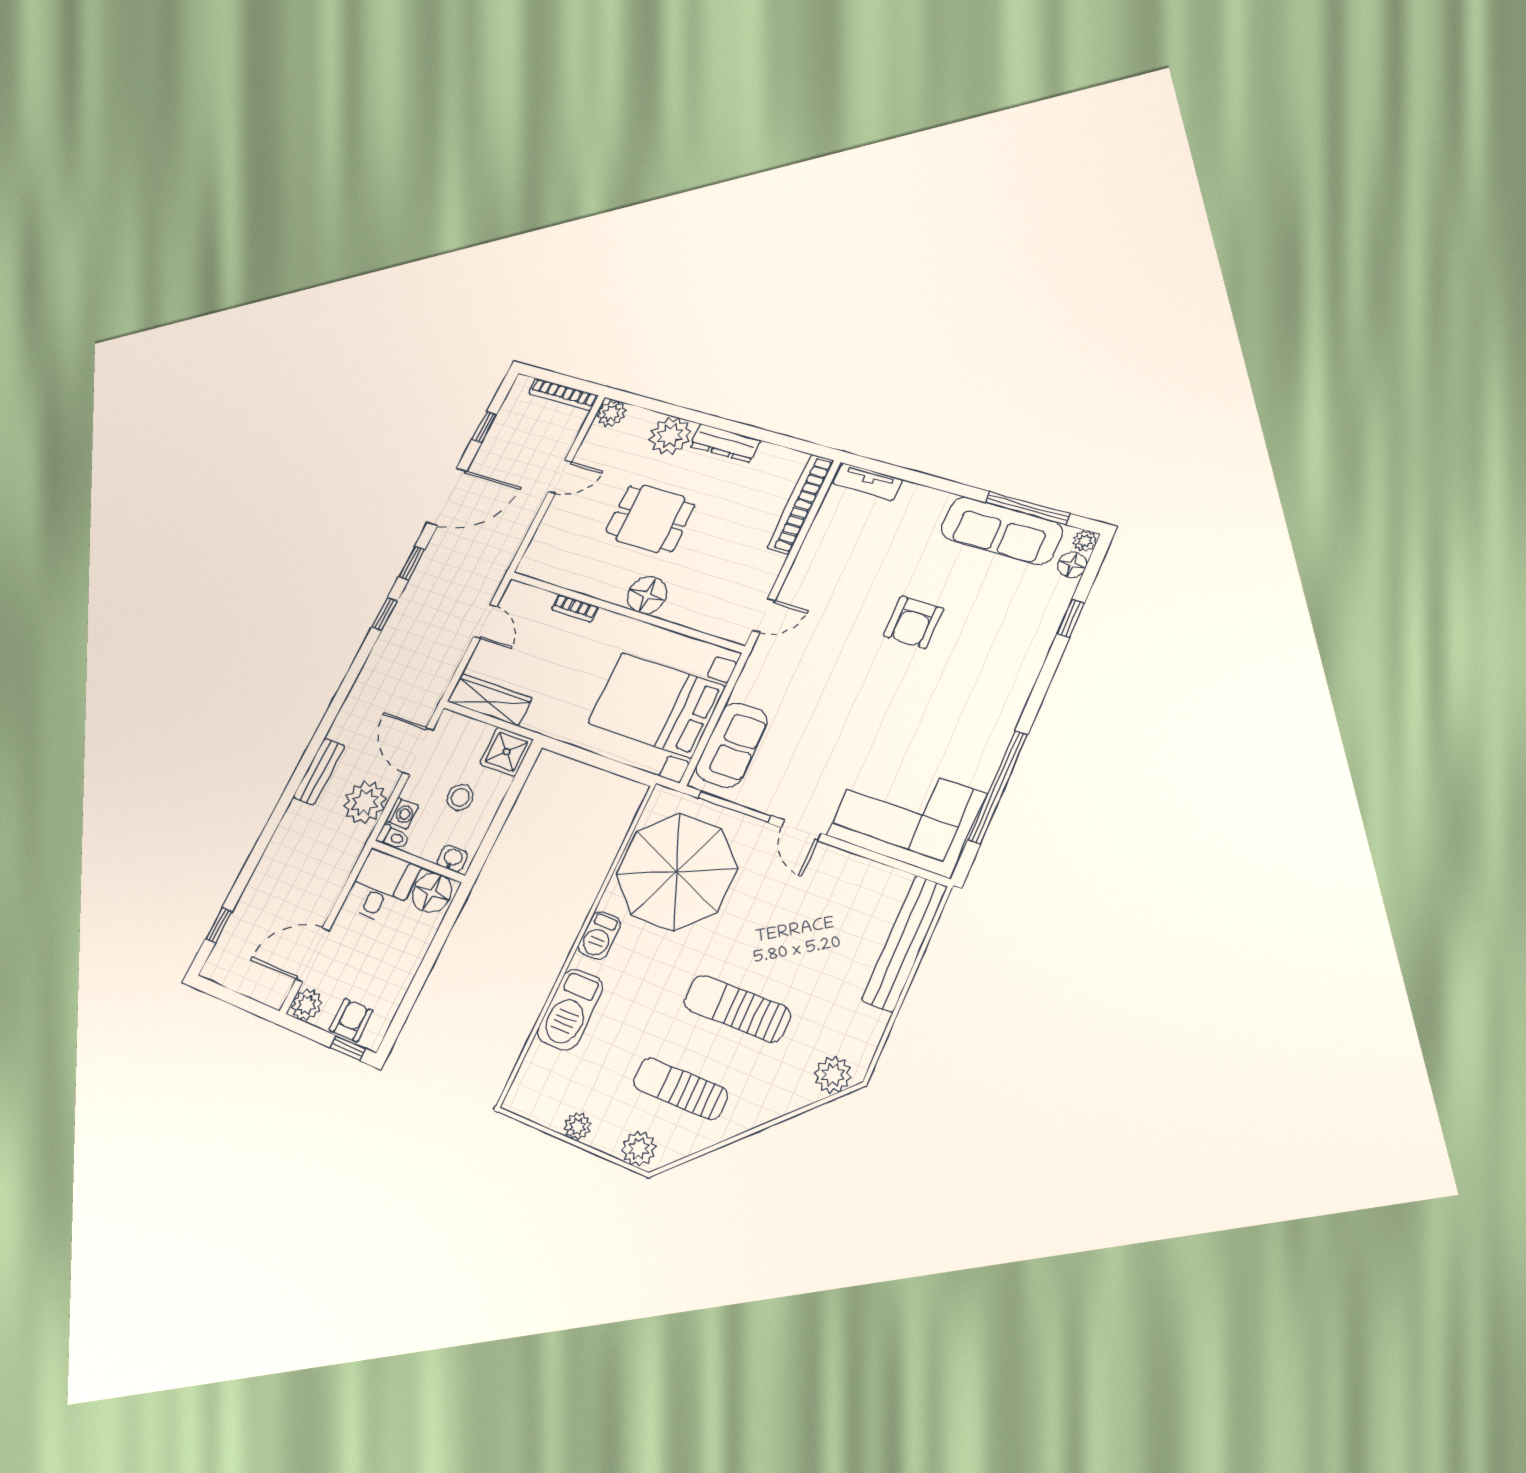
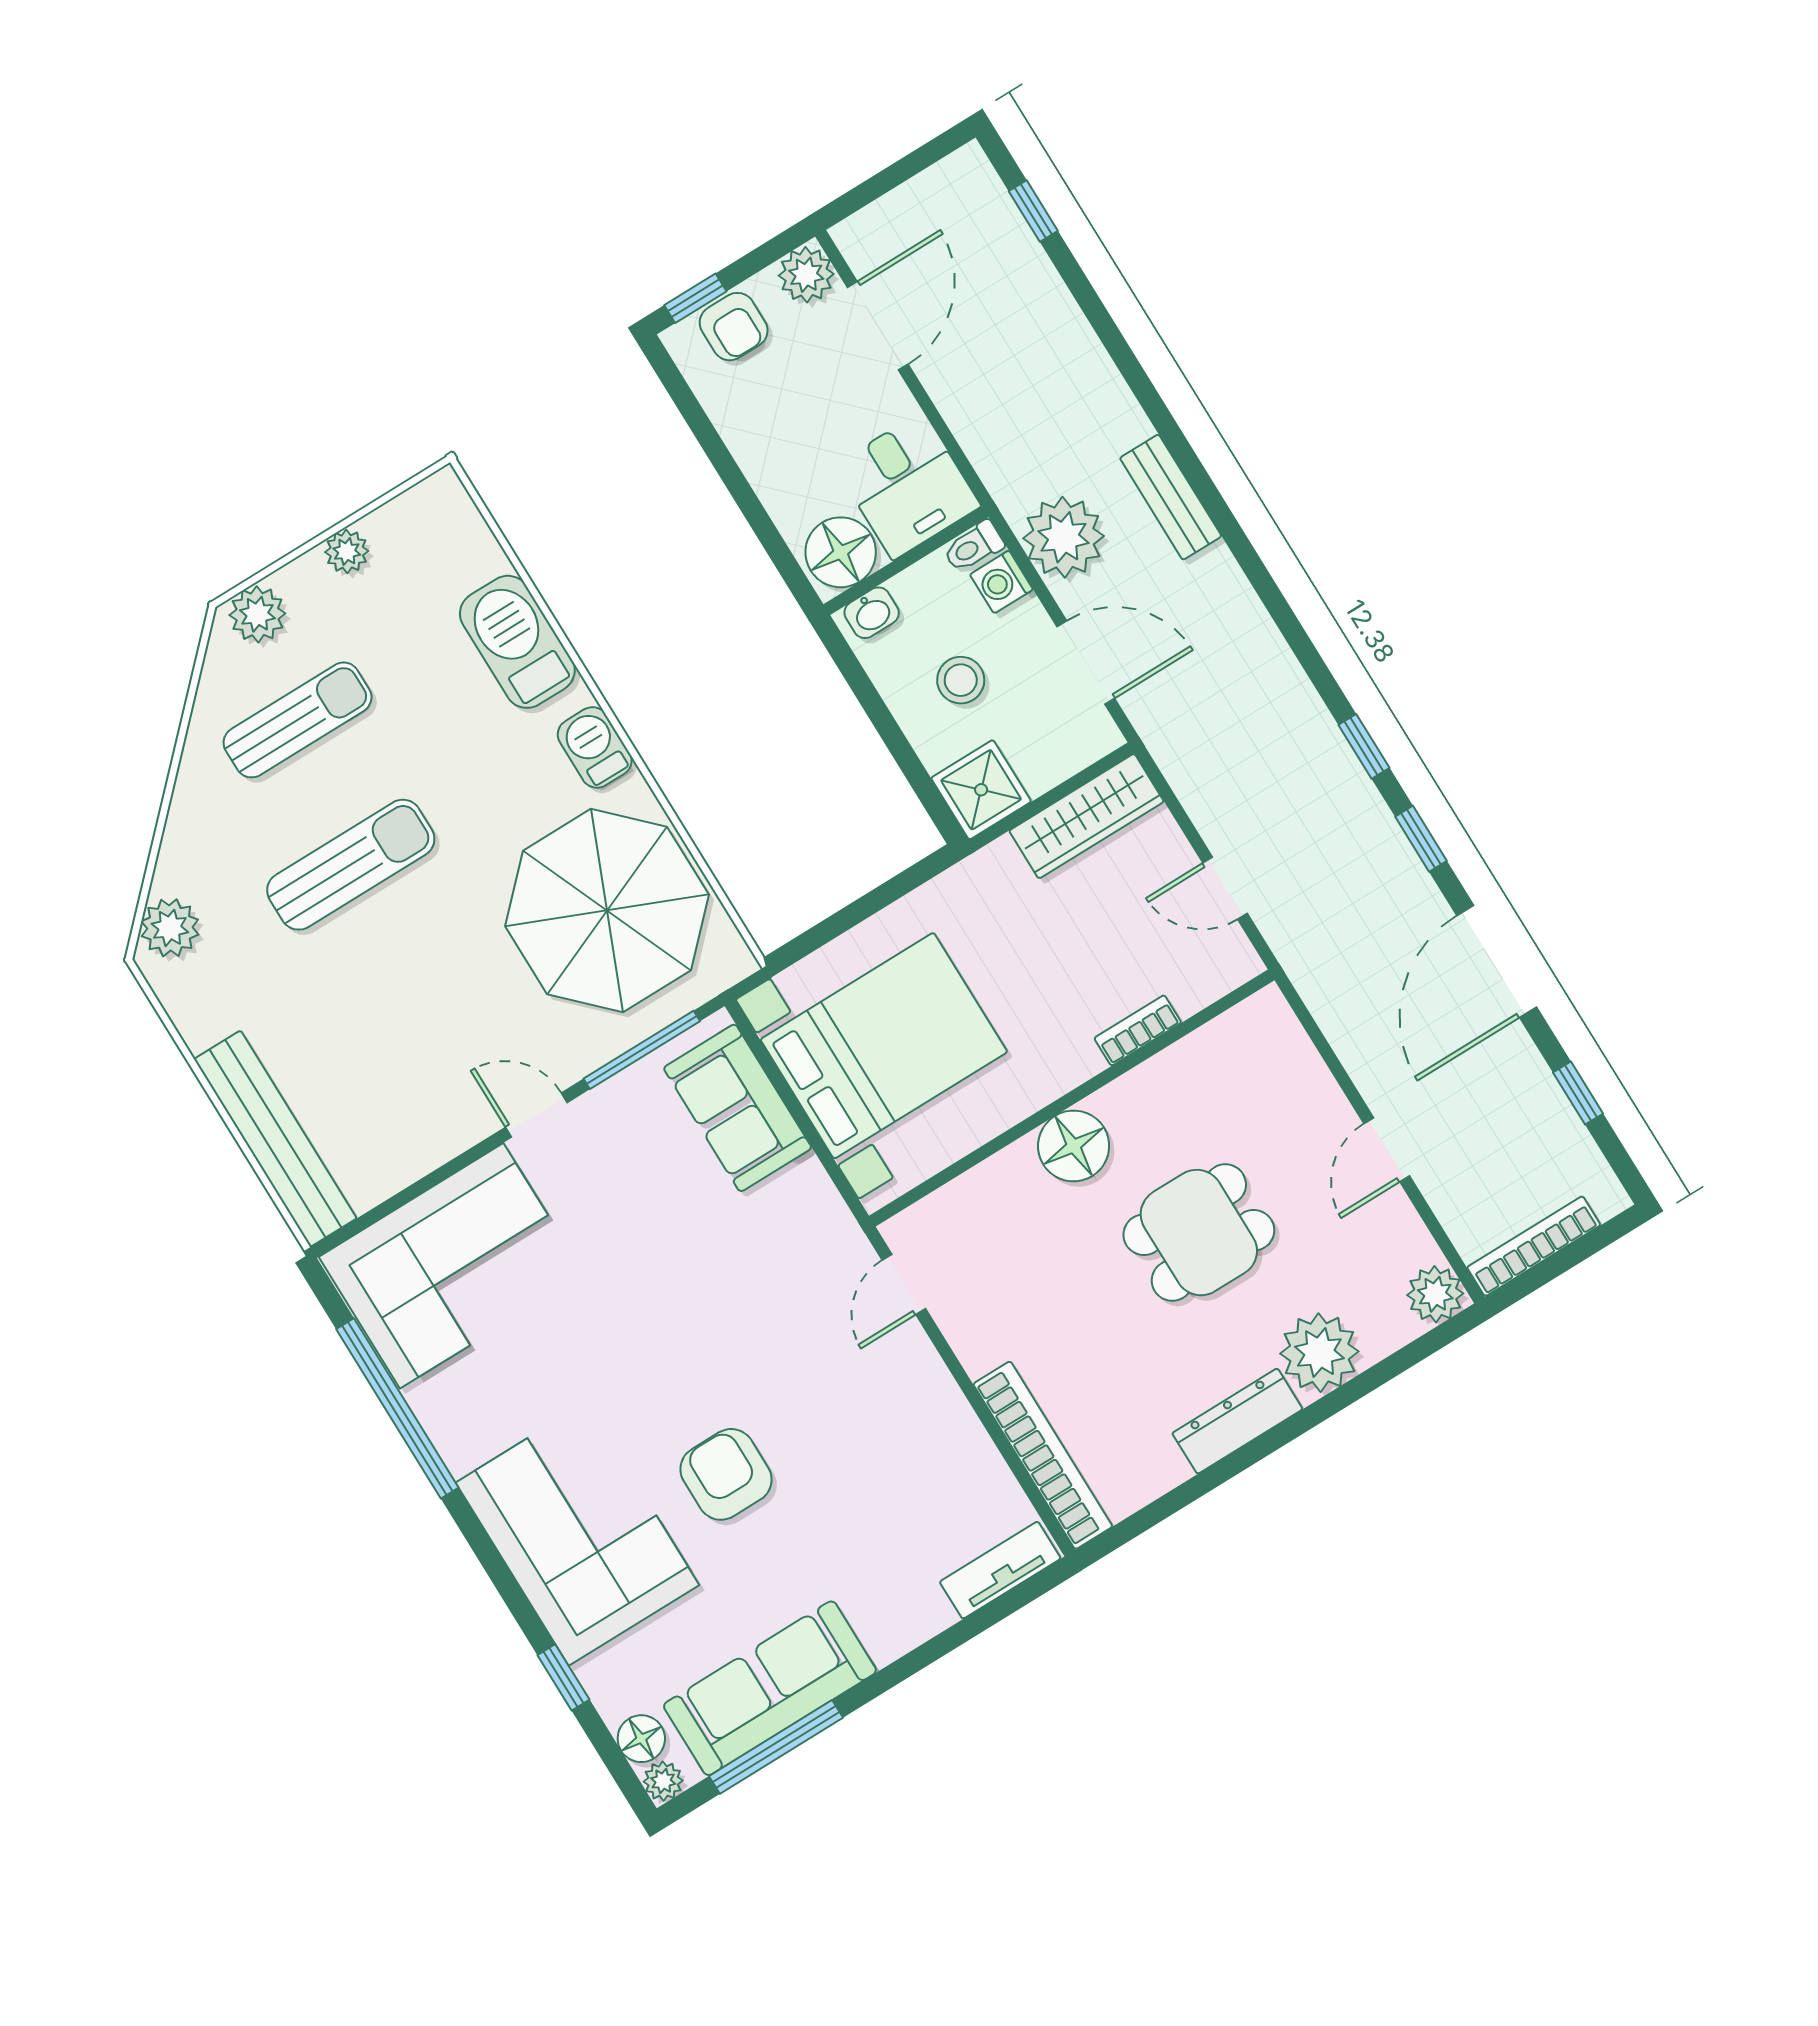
corner sofa: (995, 663) -> (577, 1534), added

